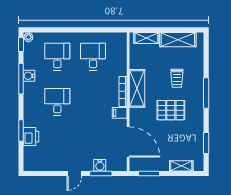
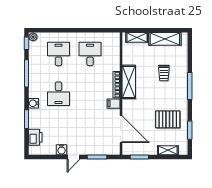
water cooler: (29, 76) -> (34, 103), moved
desk: (57, 102) -> (59, 94), turned 180
pallet: (171, 110) -> (168, 119), moved
printer: (31, 137) -> (35, 137), moved
water cooler: (100, 165) -> (62, 150), moved

